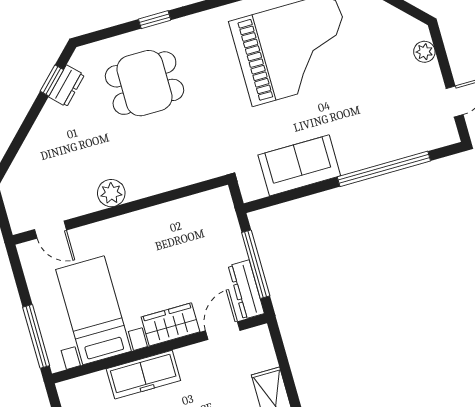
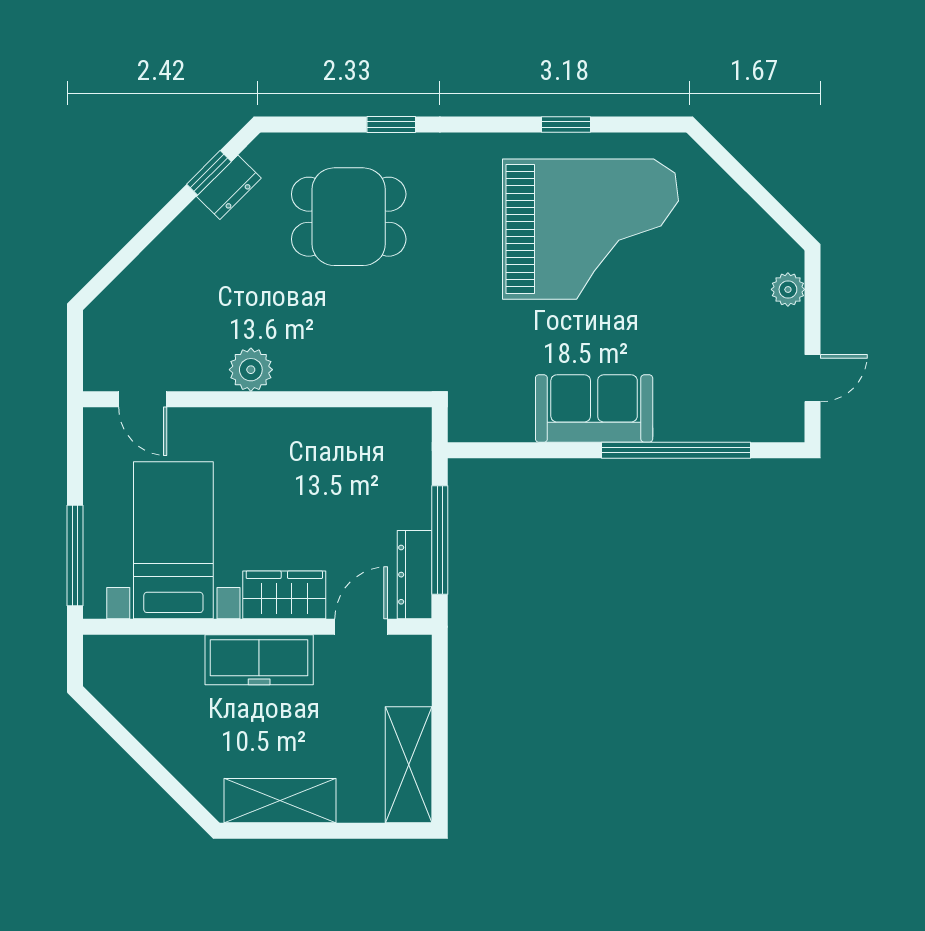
sofa: (299, 165) -> (594, 409), moved
freezer: (143, 375) -> (259, 660), moved

